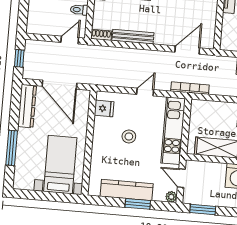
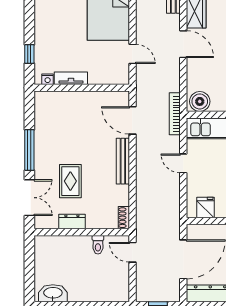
bench: (133, 37) -> (123, 161), moved
boiler: (199, 111) -> (200, 101), added

